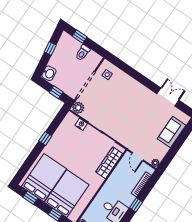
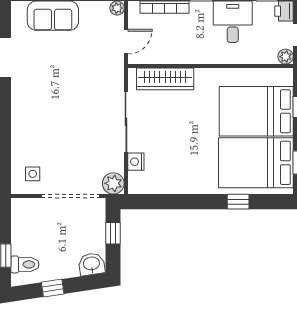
toilet: (83, 53) -> (25, 264), moved
window: (45, 138) -> (238, 202), moved

